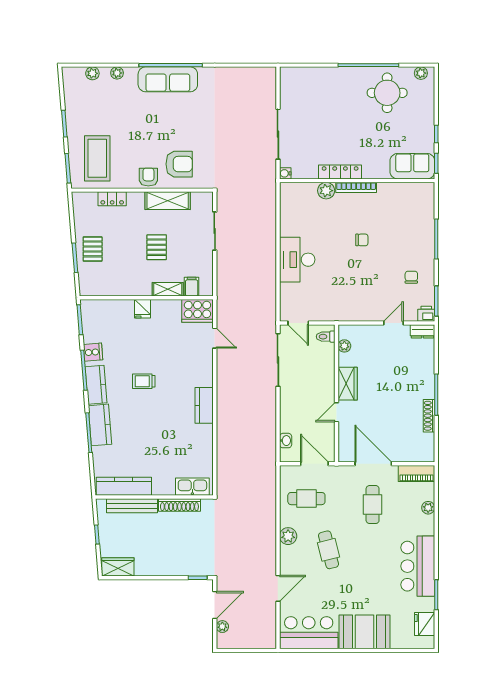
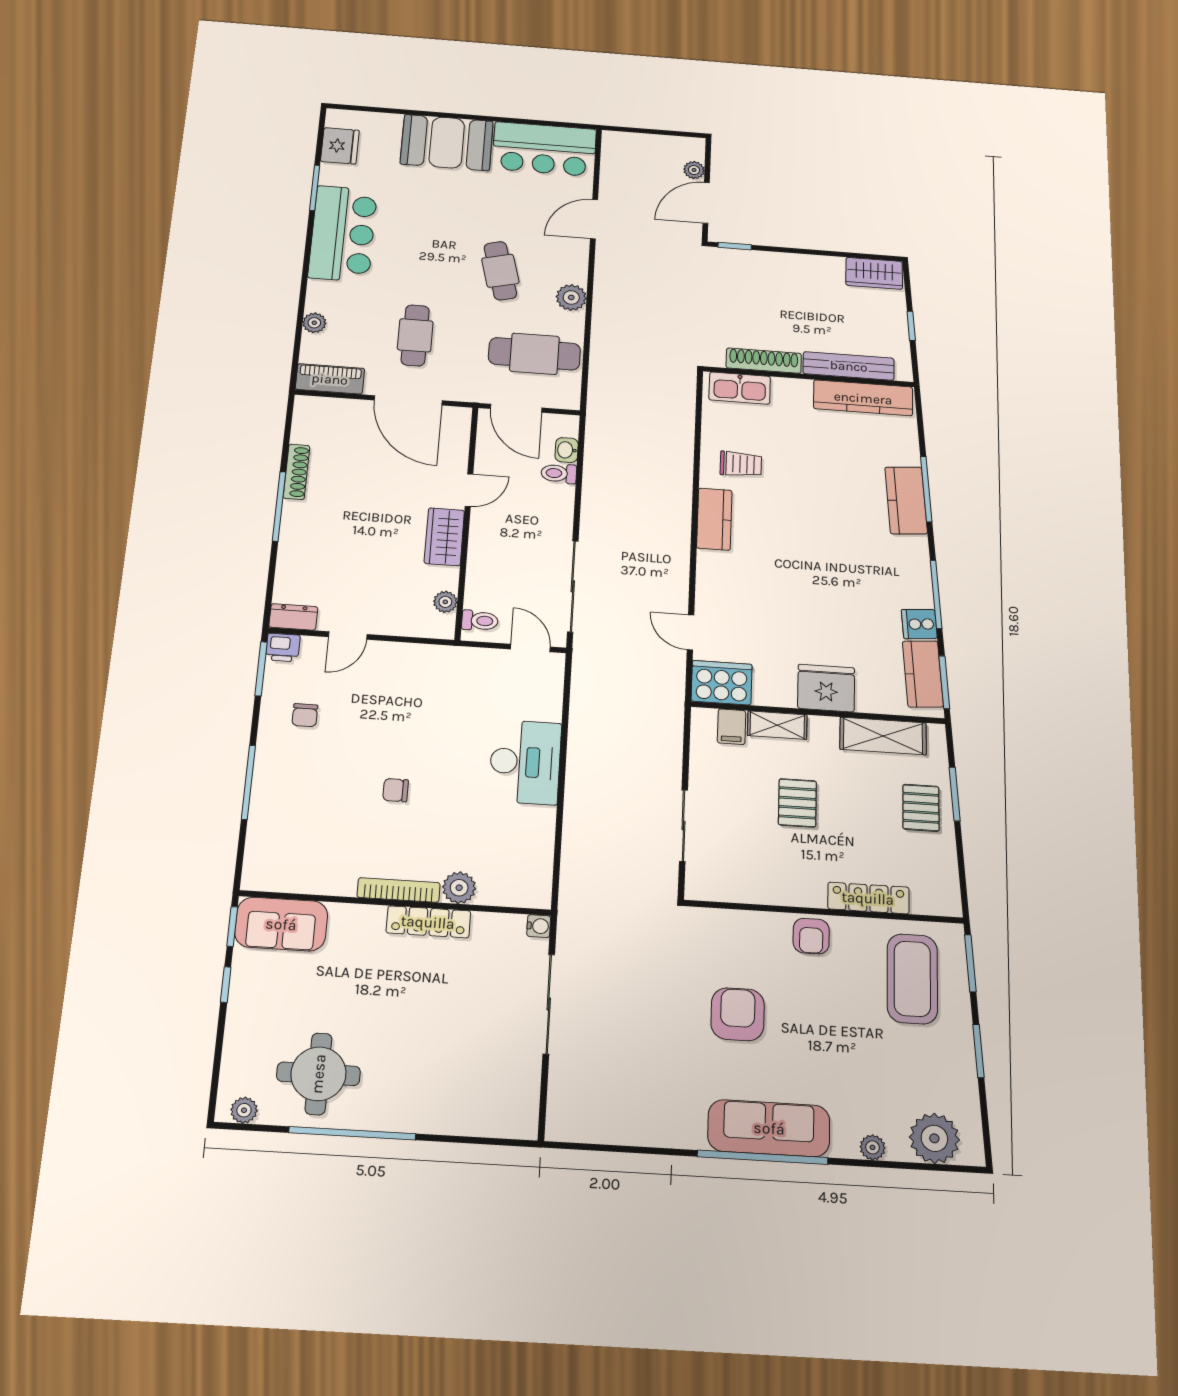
plant: (92, 73) -> (934, 1138), width x1.87, depth x1.87
armchair: (179, 164) -> (738, 1014), moved, turned 90
locker: (112, 199) -> (868, 898), width x1.53
shelving: (168, 201) -> (883, 736), moved
fridge: (142, 309) -> (826, 688), width x1.88, depth x1.34
trolley: (144, 381) -> (741, 464), moved
kitchen counter: (96, 385) -> (923, 674), moved
toilet: (289, 426) -> (559, 473), added
cafe table: (306, 499) -> (534, 354), width x1.37, depth x1.35

